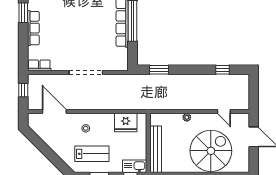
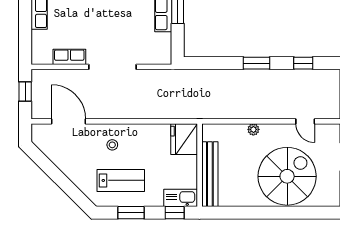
row of seats: (39, 65) -> (69, 57), moved
window: (159, 70) -> (257, 63), moved
fridge: (126, 123) -> (184, 139), moved, turned 90

